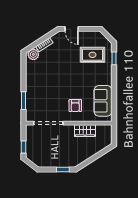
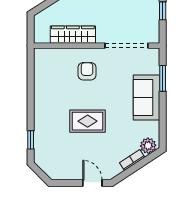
rug: (92, 55) -> (88, 121), moved
sofa: (103, 101) -> (146, 98), moved, turned 180
wardrobe: (85, 131) -> (73, 35), width x1.50

